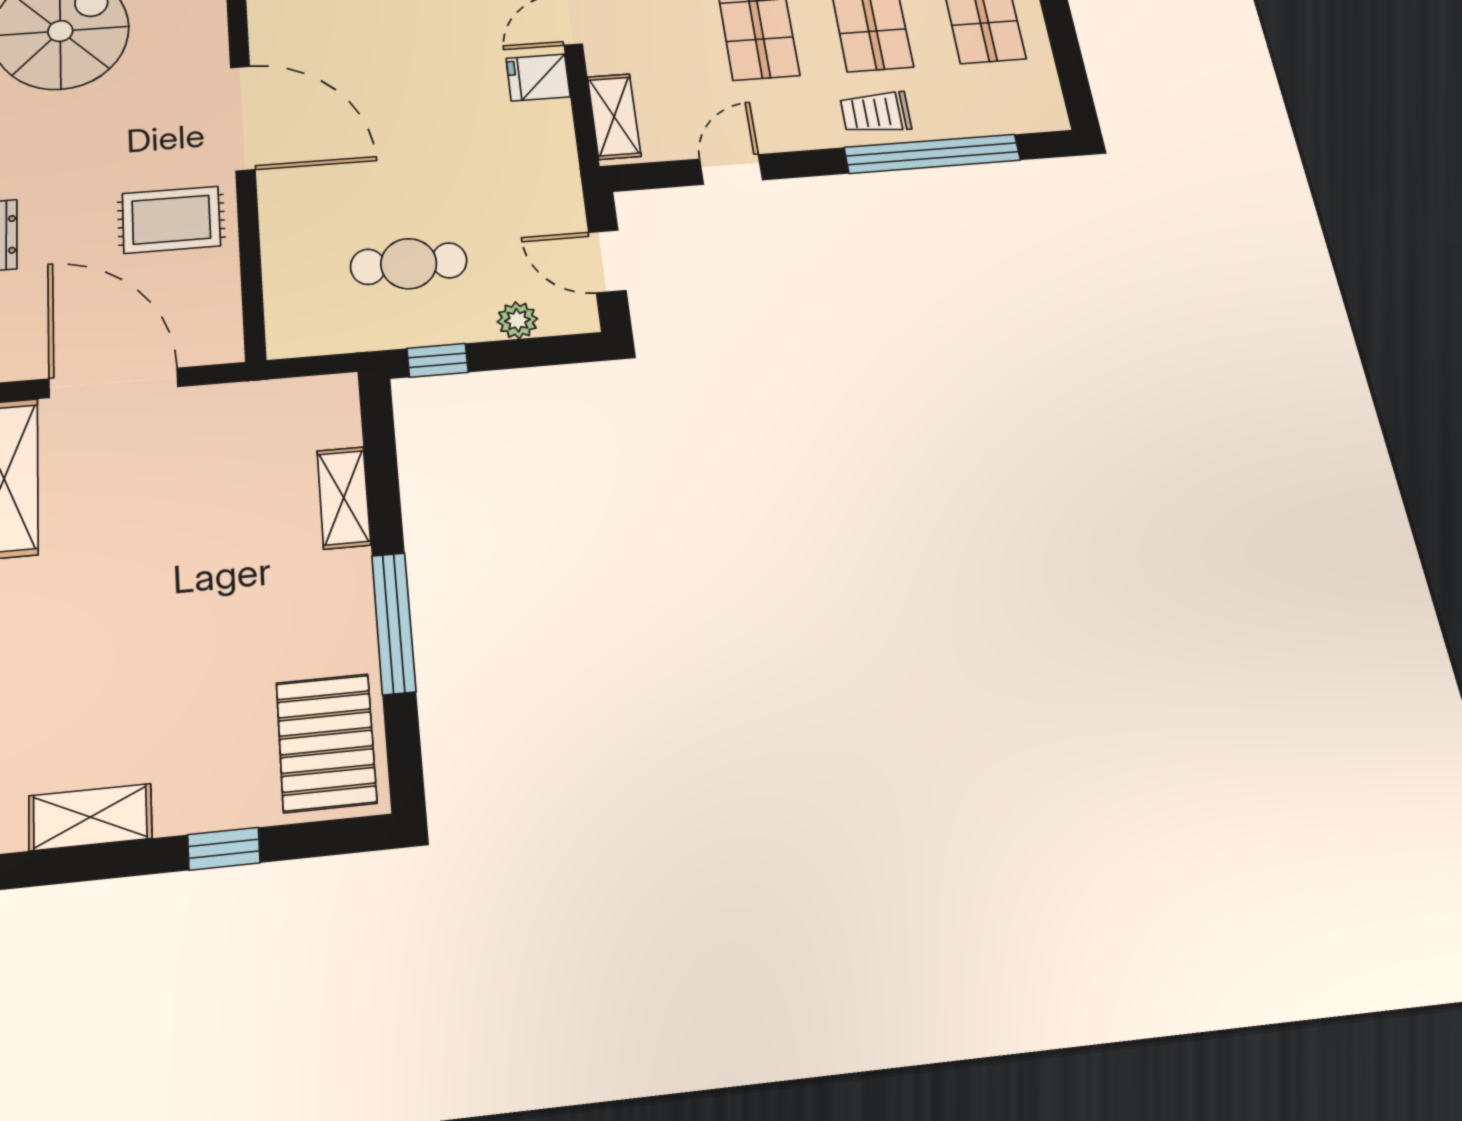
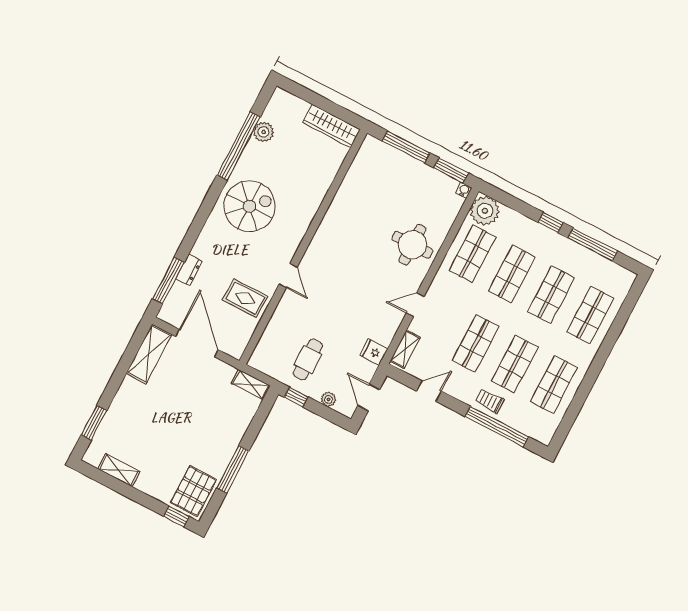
fridge: (538, 78) -> (374, 352), moved
door: (243, 118) -> (288, 276), width x0.53
cafe table: (409, 264) -> (308, 360), turned 90
shelving: (344, 498) -> (251, 384), moved, turned 90
window: (224, 849) -> (176, 516), moved

